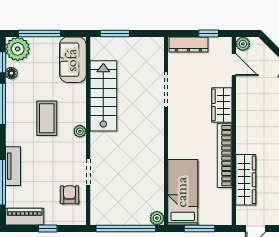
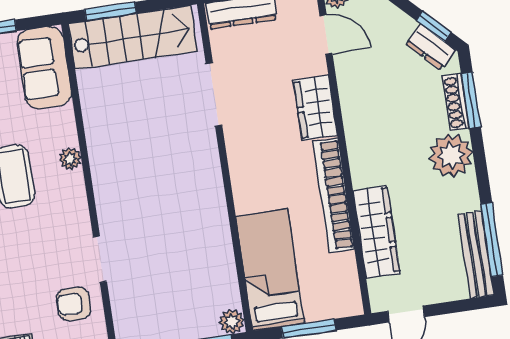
stairs: (103, 96) -> (133, 37), moved, turned 90
plant: (80, 131) -> (70, 159), moved
armchair: (70, 195) -> (74, 304), turned -90

